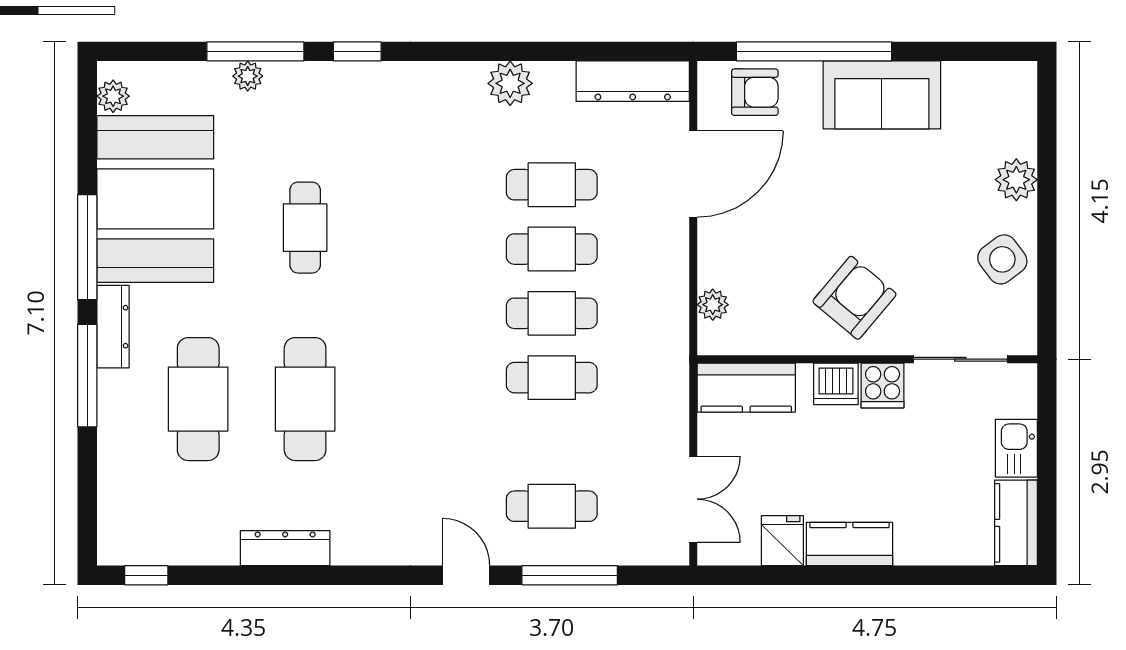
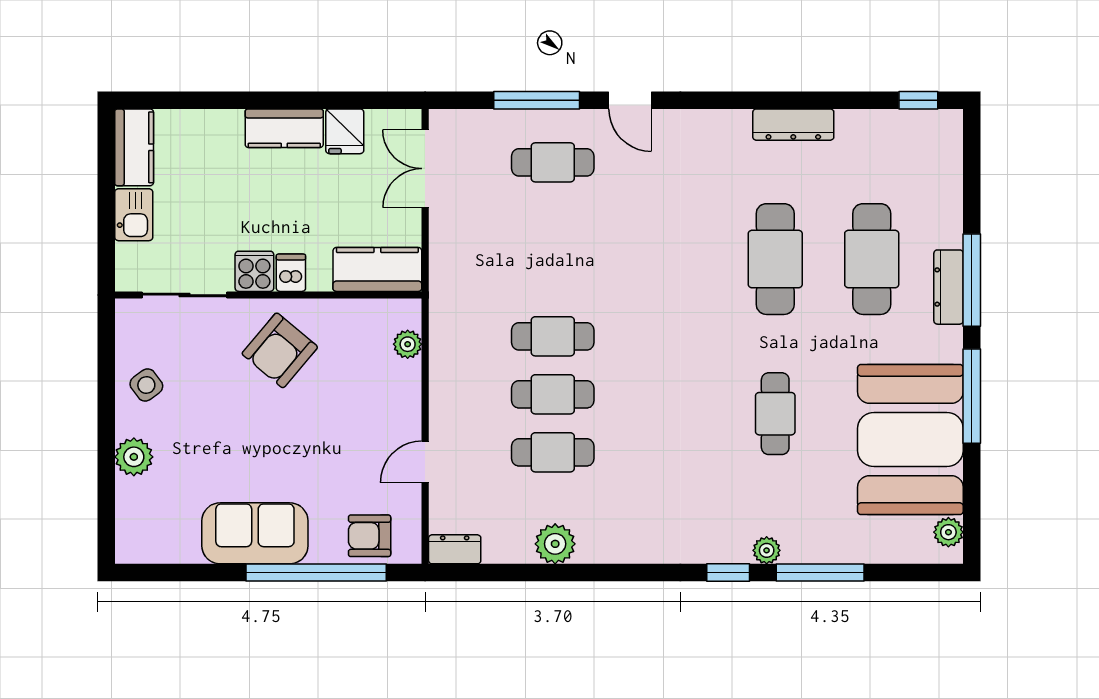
plant: (248, 76) -> (767, 550), moved
dresser: (633, 81) -> (455, 549), width x0.51, depth x0.80
plant: (510, 83) -> (555, 544), moved
door: (693, 174) -> (425, 462), width x0.53
side table: (1002, 259) -> (146, 385), width x0.73, depth x0.73
dresser: (113, 327) -> (949, 287), moved
cafe table: (552, 378) -> (553, 278), removed
dishwasher: (836, 384) -> (291, 273), width x0.73

